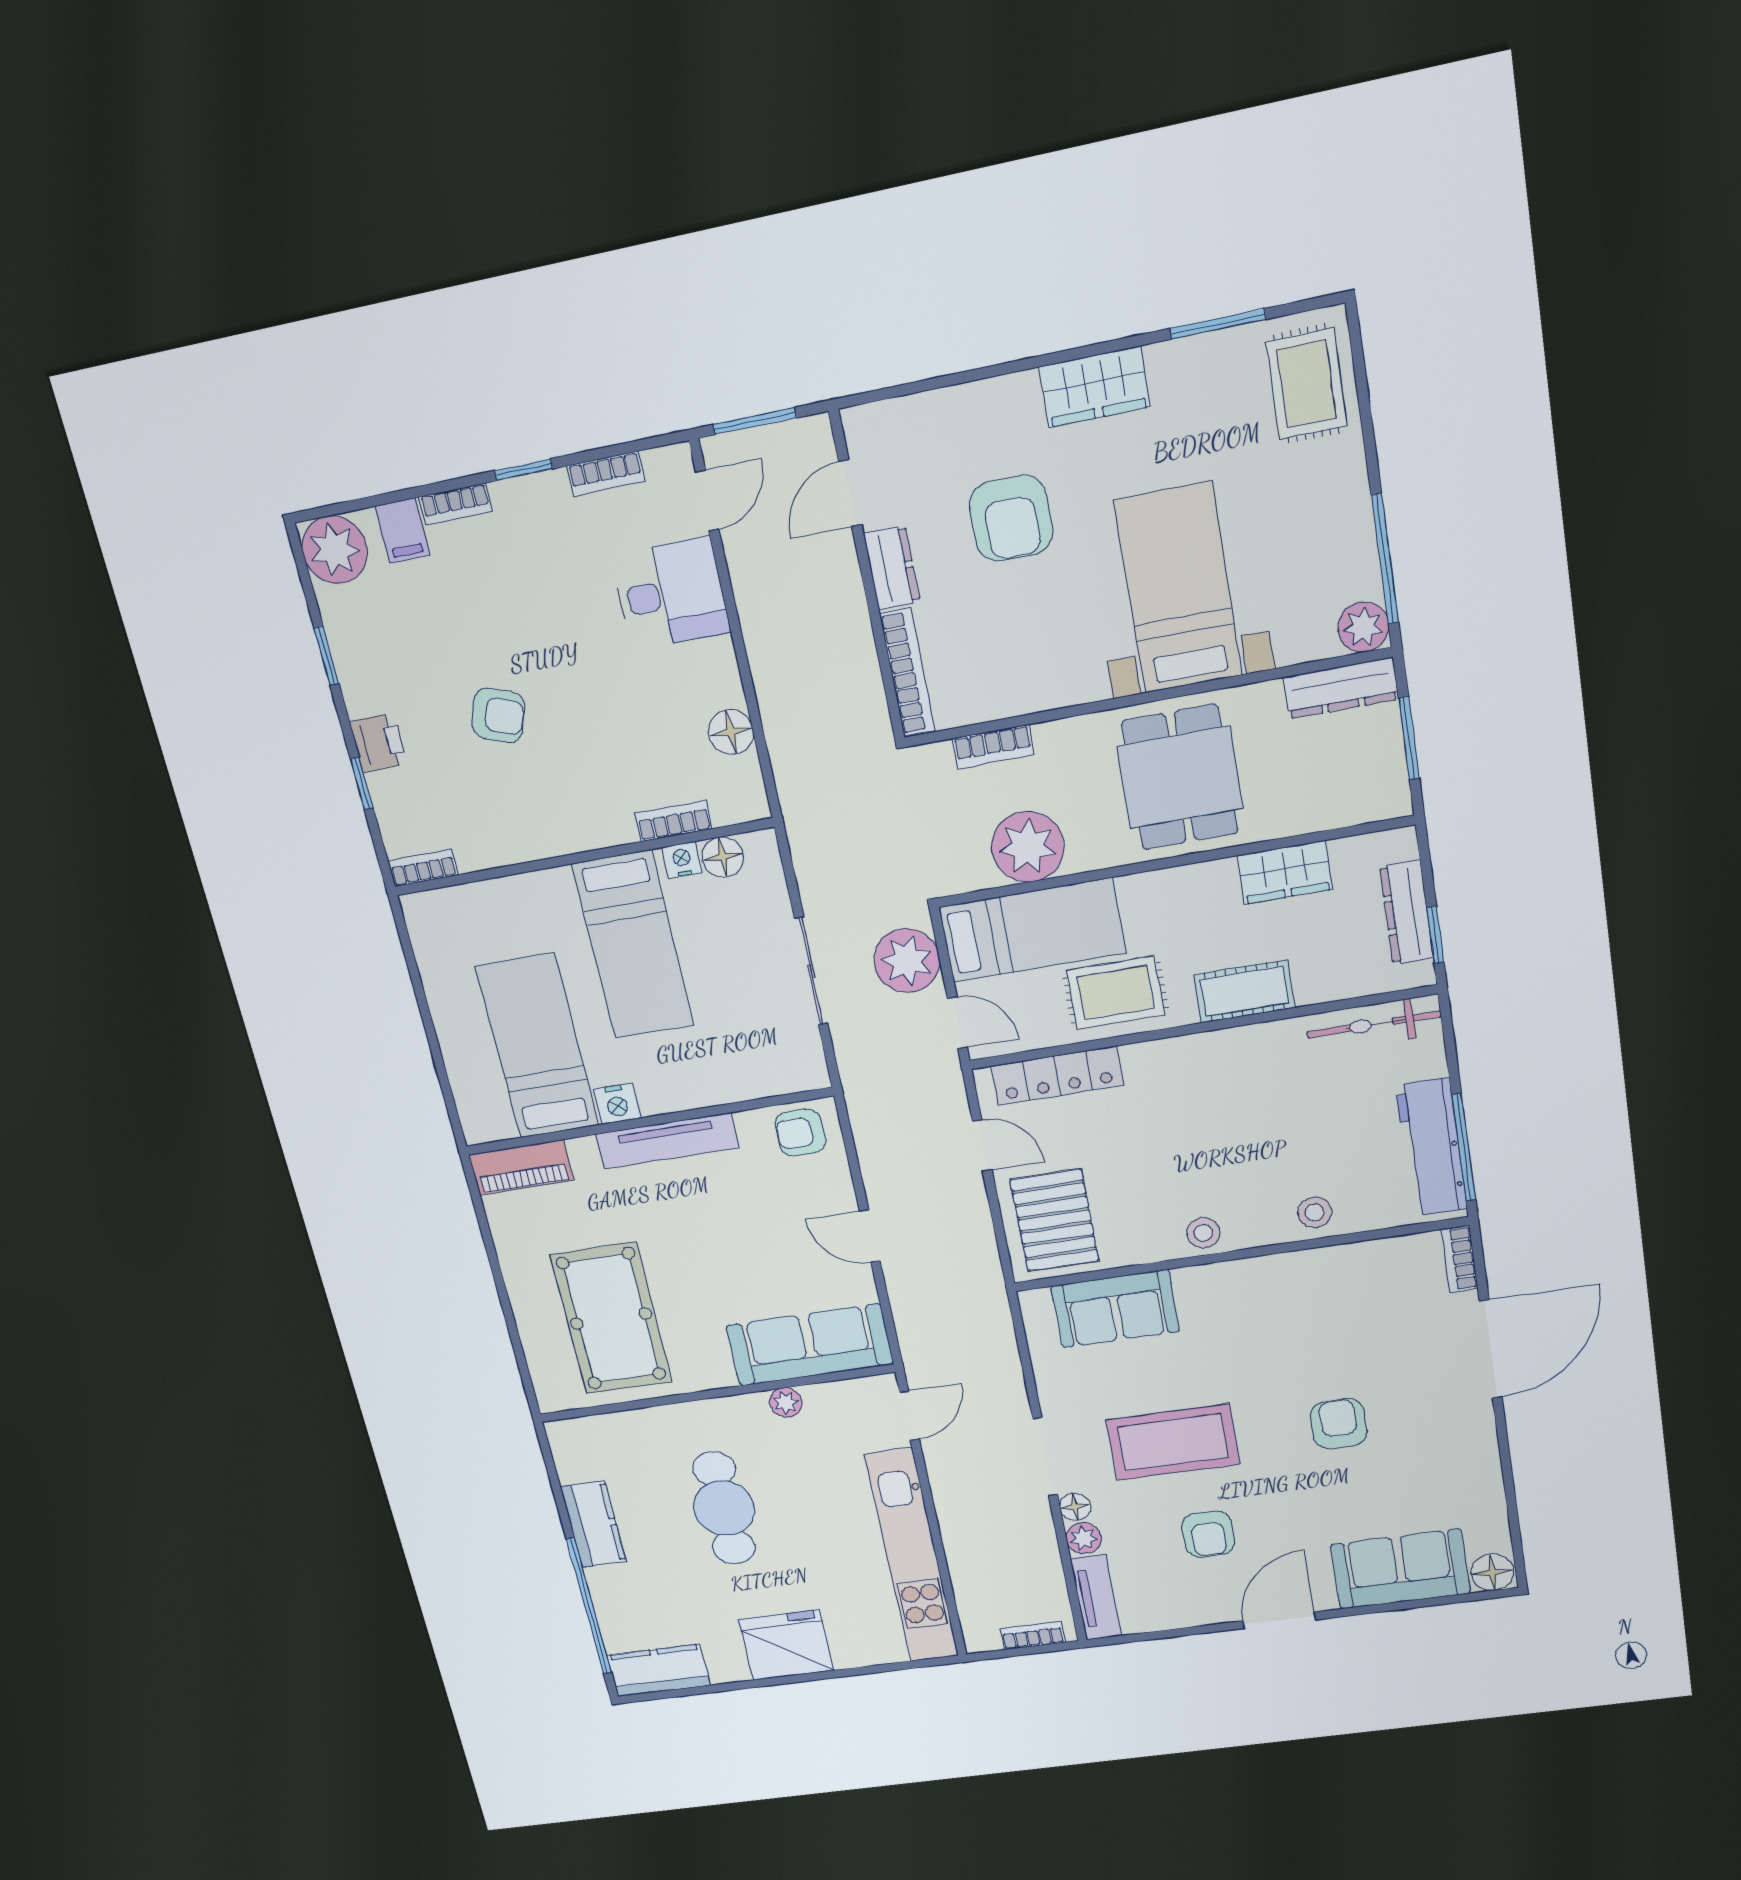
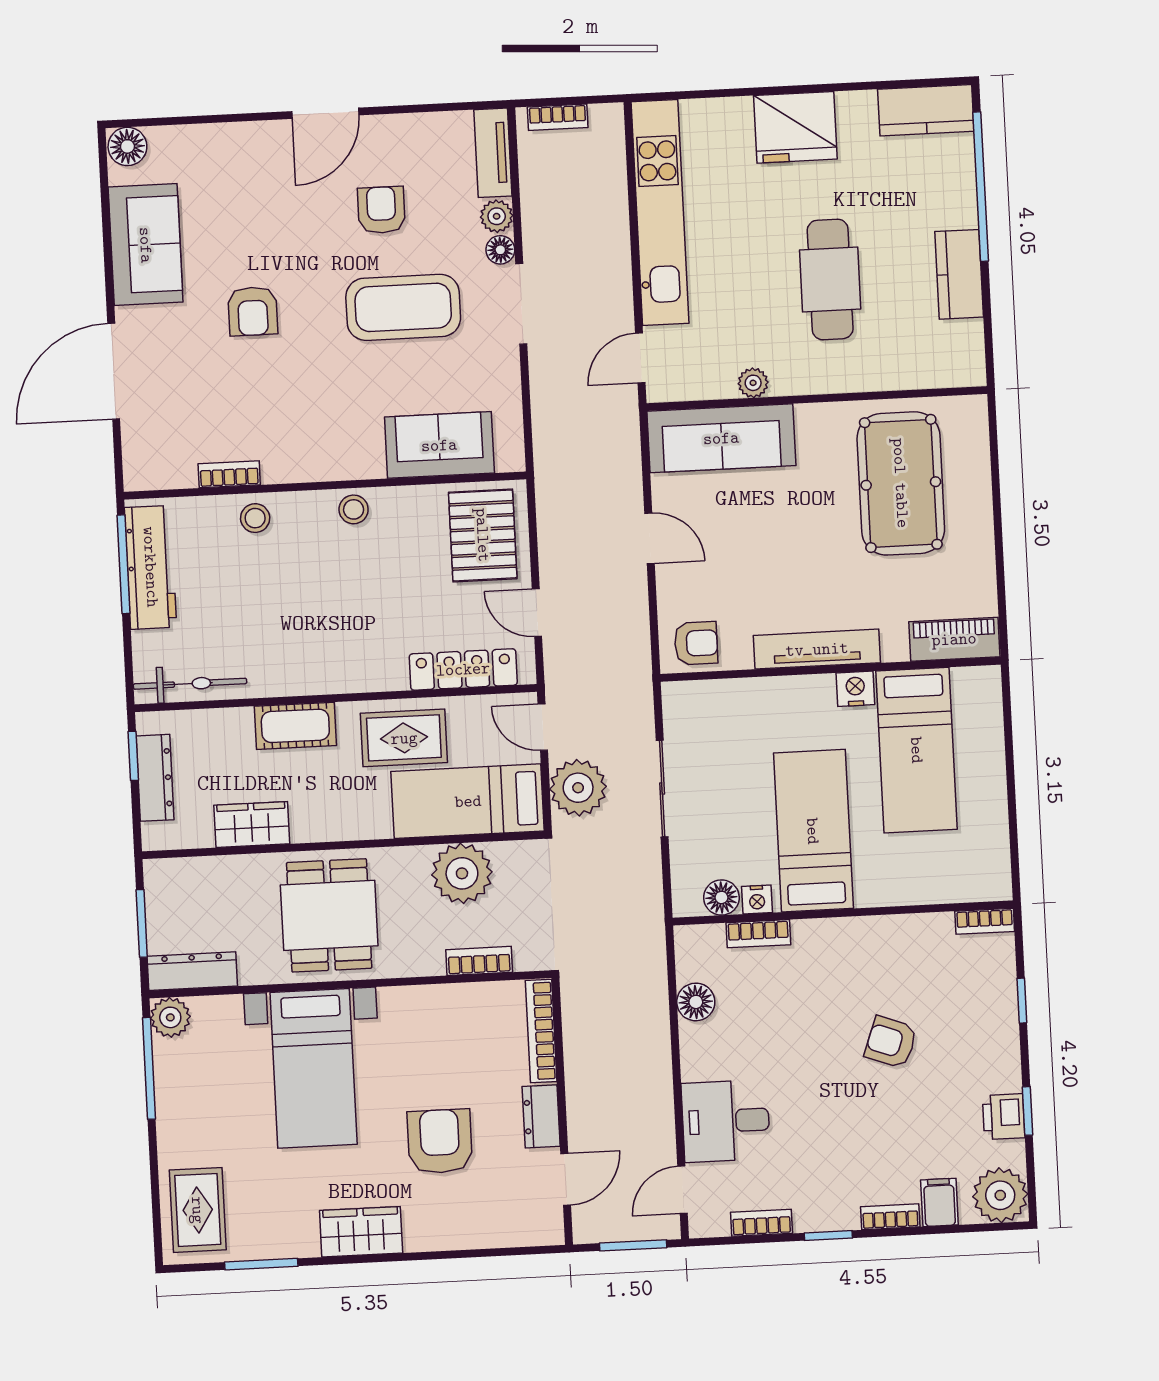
printer: (378, 743) -> (1004, 1117), moved
bookcase: (1460, 1259) -> (229, 474), moved, turned -90
sofa: (1400, 1569) -> (146, 245), moved, turned -90

